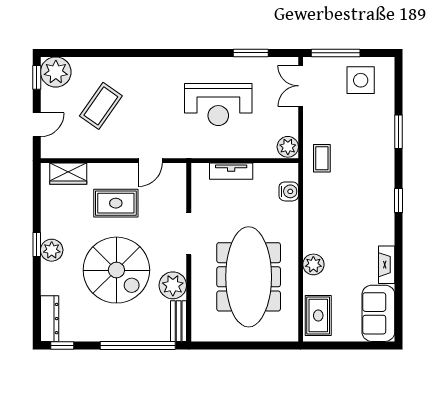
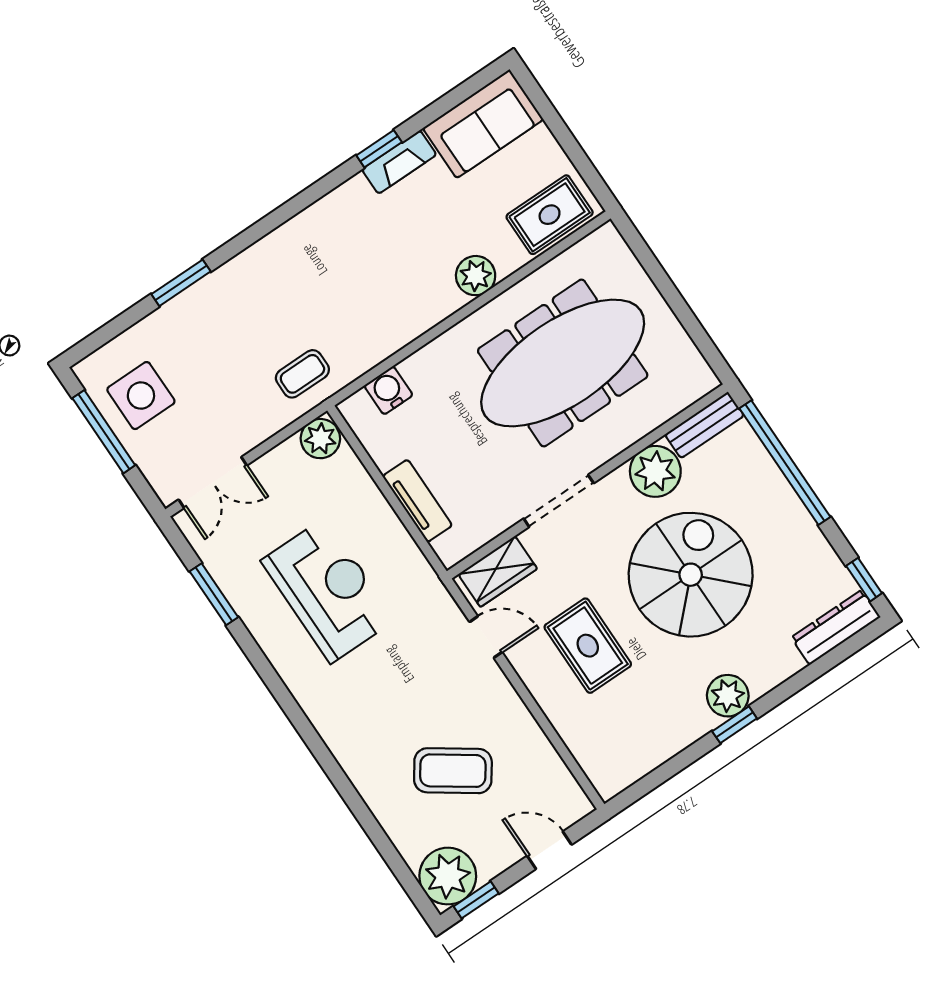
window: (336, 53) -> (104, 432), moved
wardrobe: (68, 174) -> (498, 571), moved, turned 90
window: (399, 200) -> (379, 149), moved

